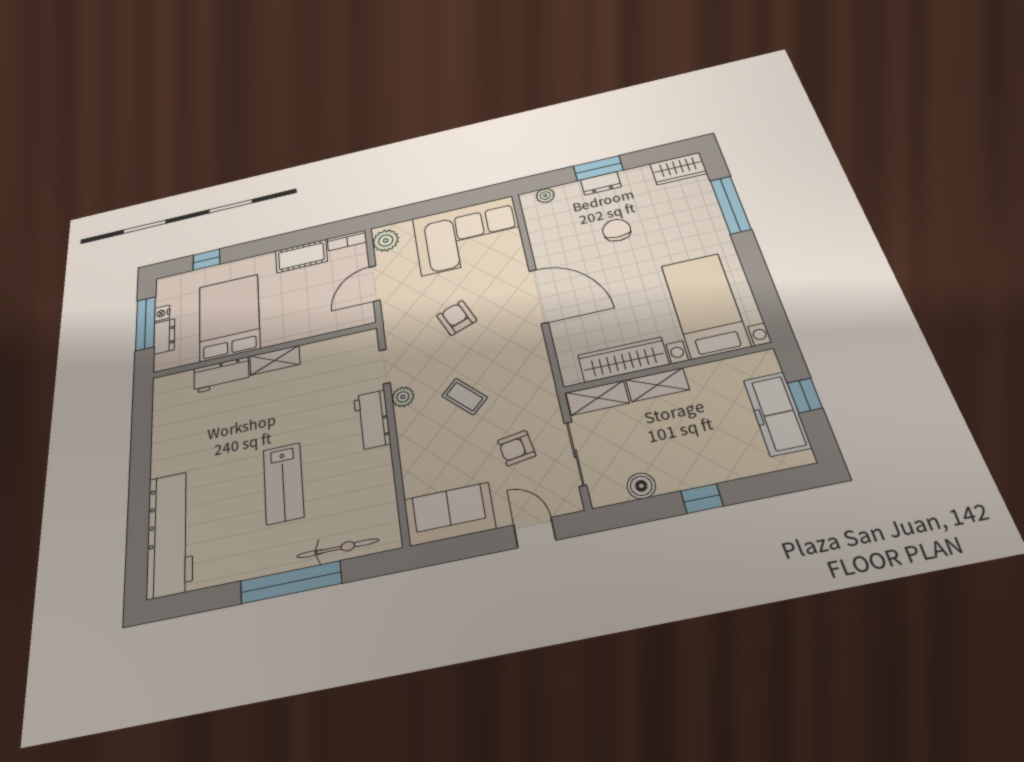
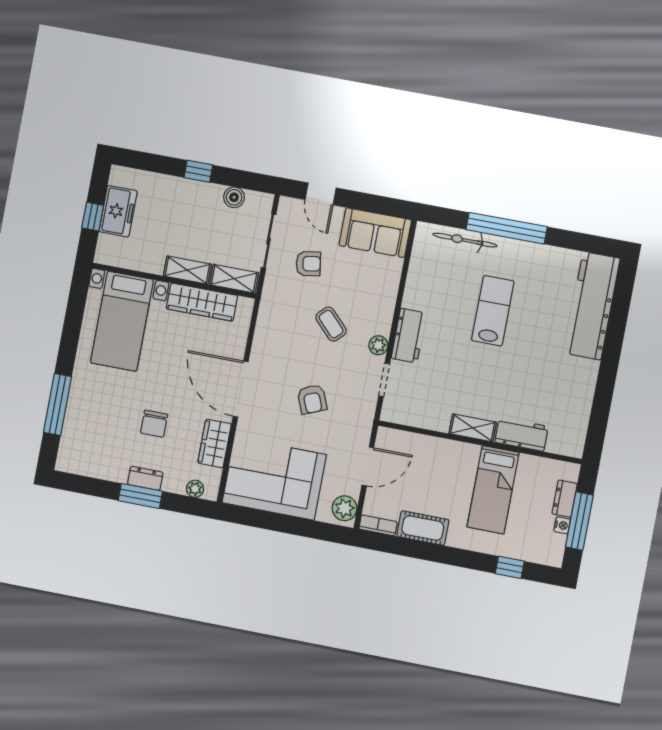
wardrobe: (678, 169) -> (215, 443), moved, turned -90
bed: (229, 317) -> (493, 490), width x0.67
freezer: (777, 414) -> (118, 211), width x0.71

